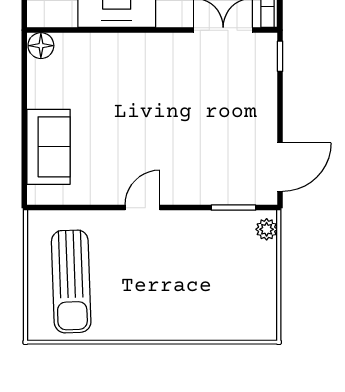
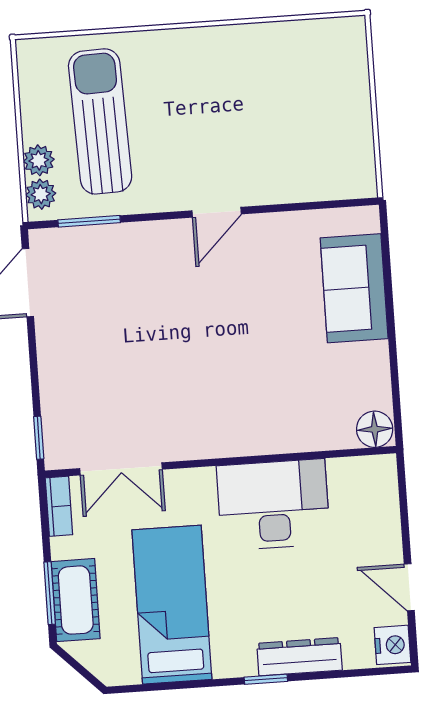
plant: (266, 253) -> (39, 160), added
sun lounger: (71, 281) -> (100, 121), moved

